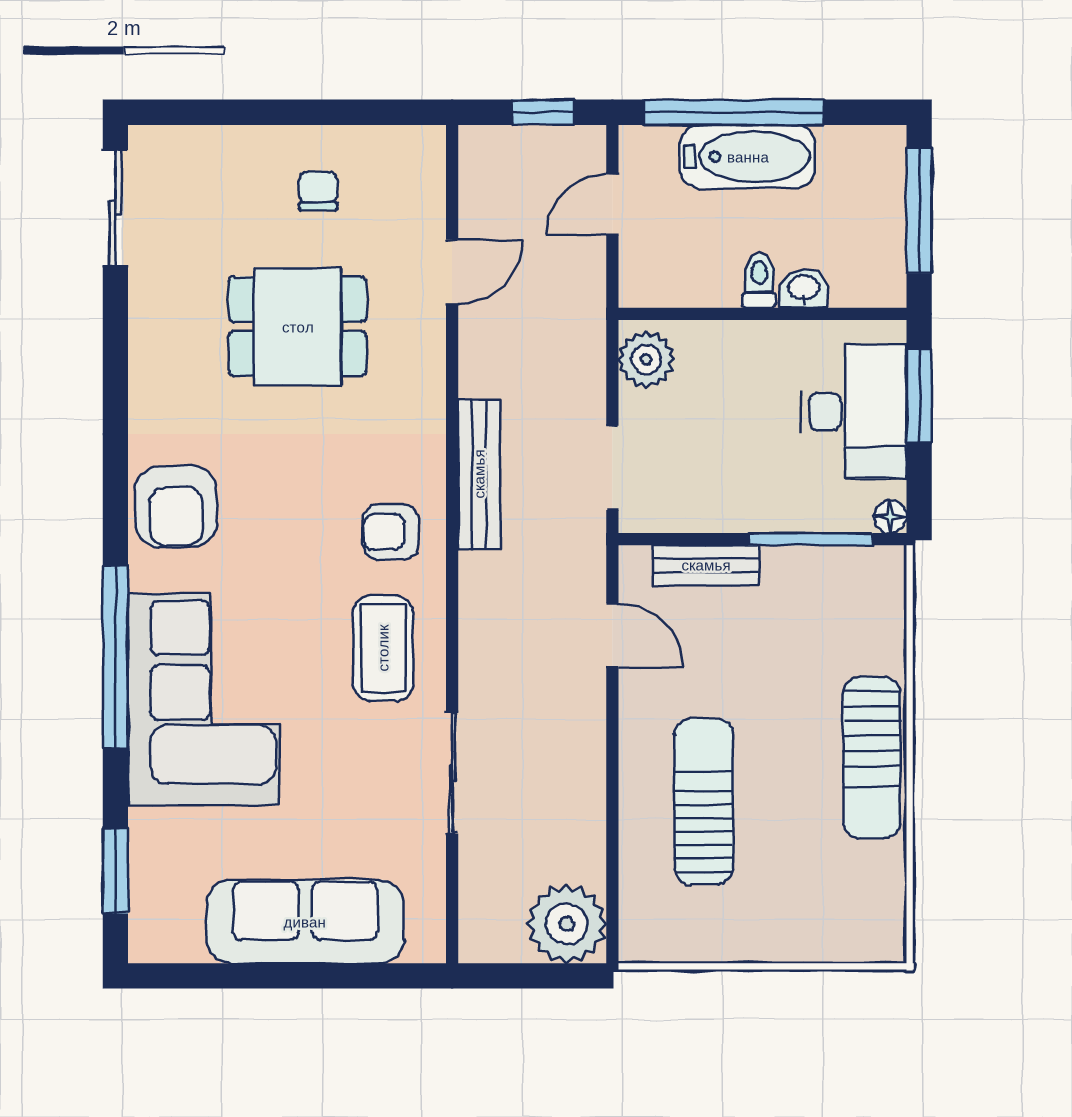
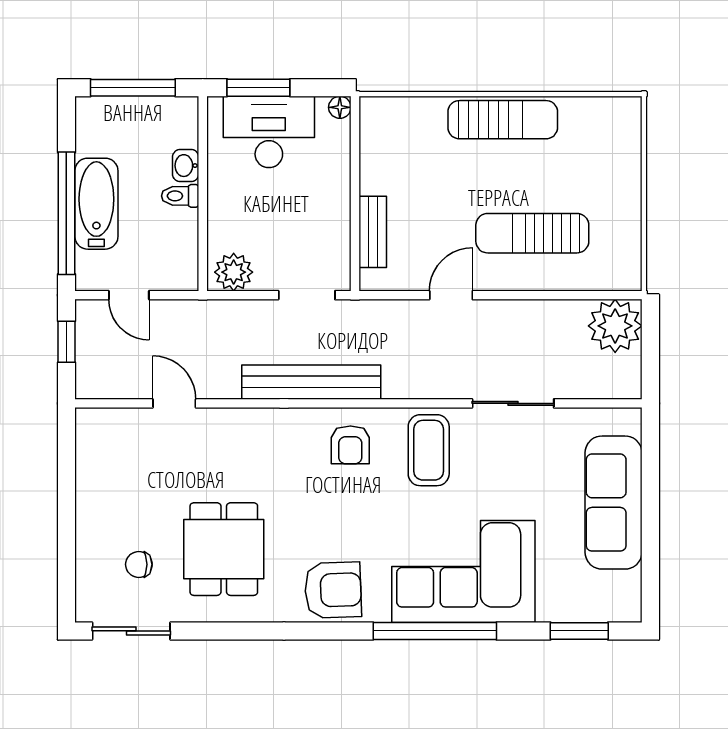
chair: (318, 191) -> (139, 564), moved
dining table: (298, 327) -> (224, 549), moved
bench: (479, 474) -> (311, 382), width x1.37, depth x1.21
window: (811, 539) -> (355, 161), removed
door: (612, 635) -> (451, 295), moved
coffee table: (383, 648) -> (429, 450), turned 90

